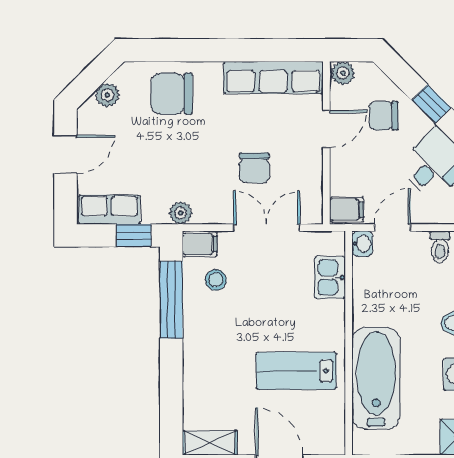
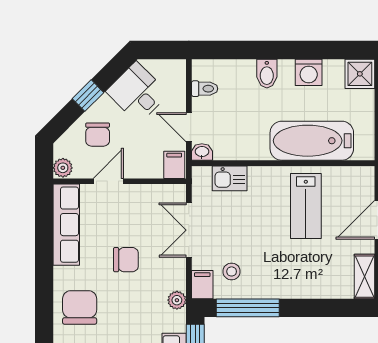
chair: (172, 94) -> (80, 307), turned 180
door: (326, 129) -> (108, 181), hinge flipped
chair: (254, 168) -> (126, 260), moved

